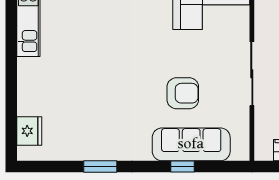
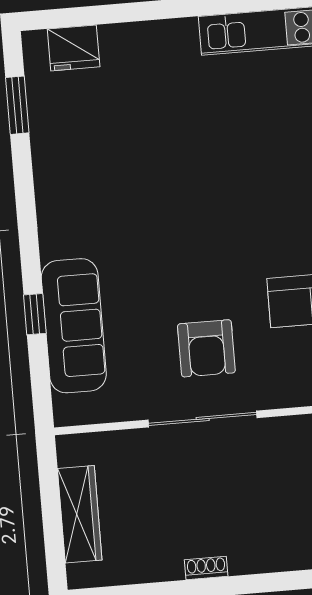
armchair: (183, 93) -> (206, 348), moved
window: (100, 167) -> (17, 105), moved

